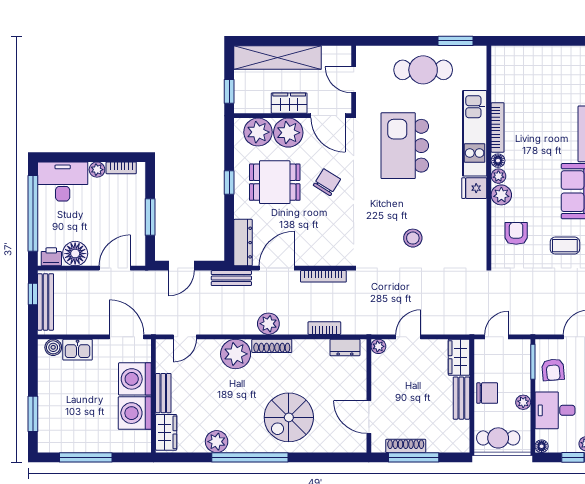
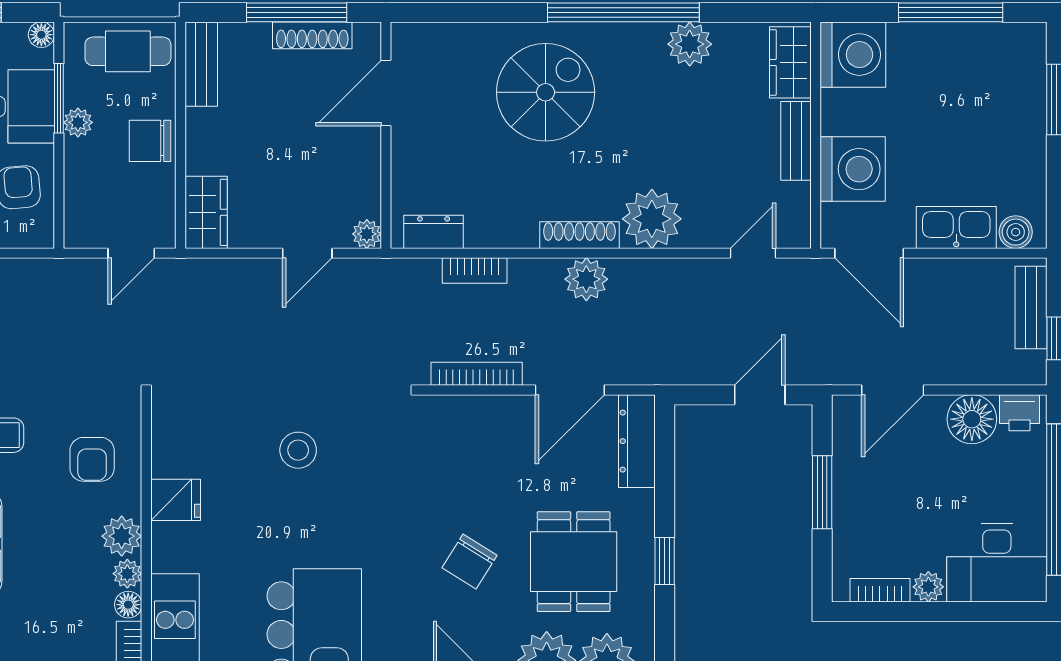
dining table: (275, 182) -> (574, 562), turned 90
fridge: (474, 188) -> (176, 500), moved
bench: (231, 278) -> (660, 370), removed
bench: (45, 302) -> (1031, 308), width x0.73
kitchen sink: (78, 350) -> (956, 227), width x1.38
window: (533, 362) -> (59, 98), moved
bench: (461, 398) -> (201, 64), moved
washing machine: (135, 413) -> (853, 55), moved
door: (369, 417) -> (386, 93), swing flipped

